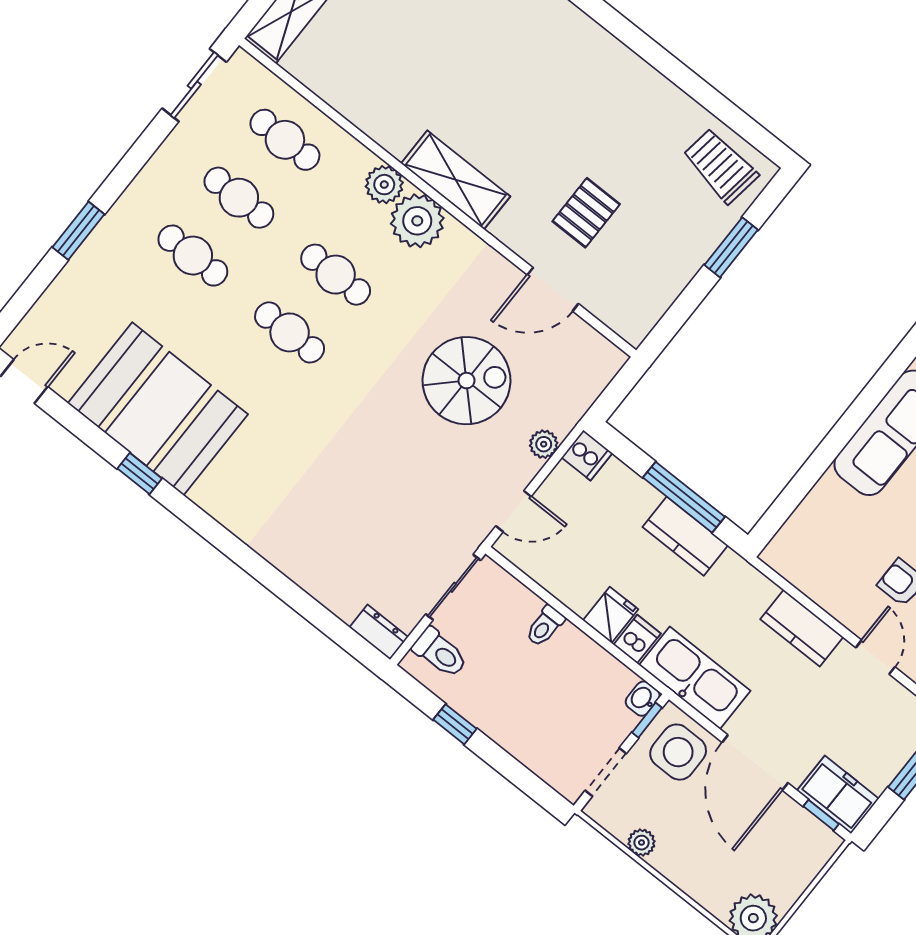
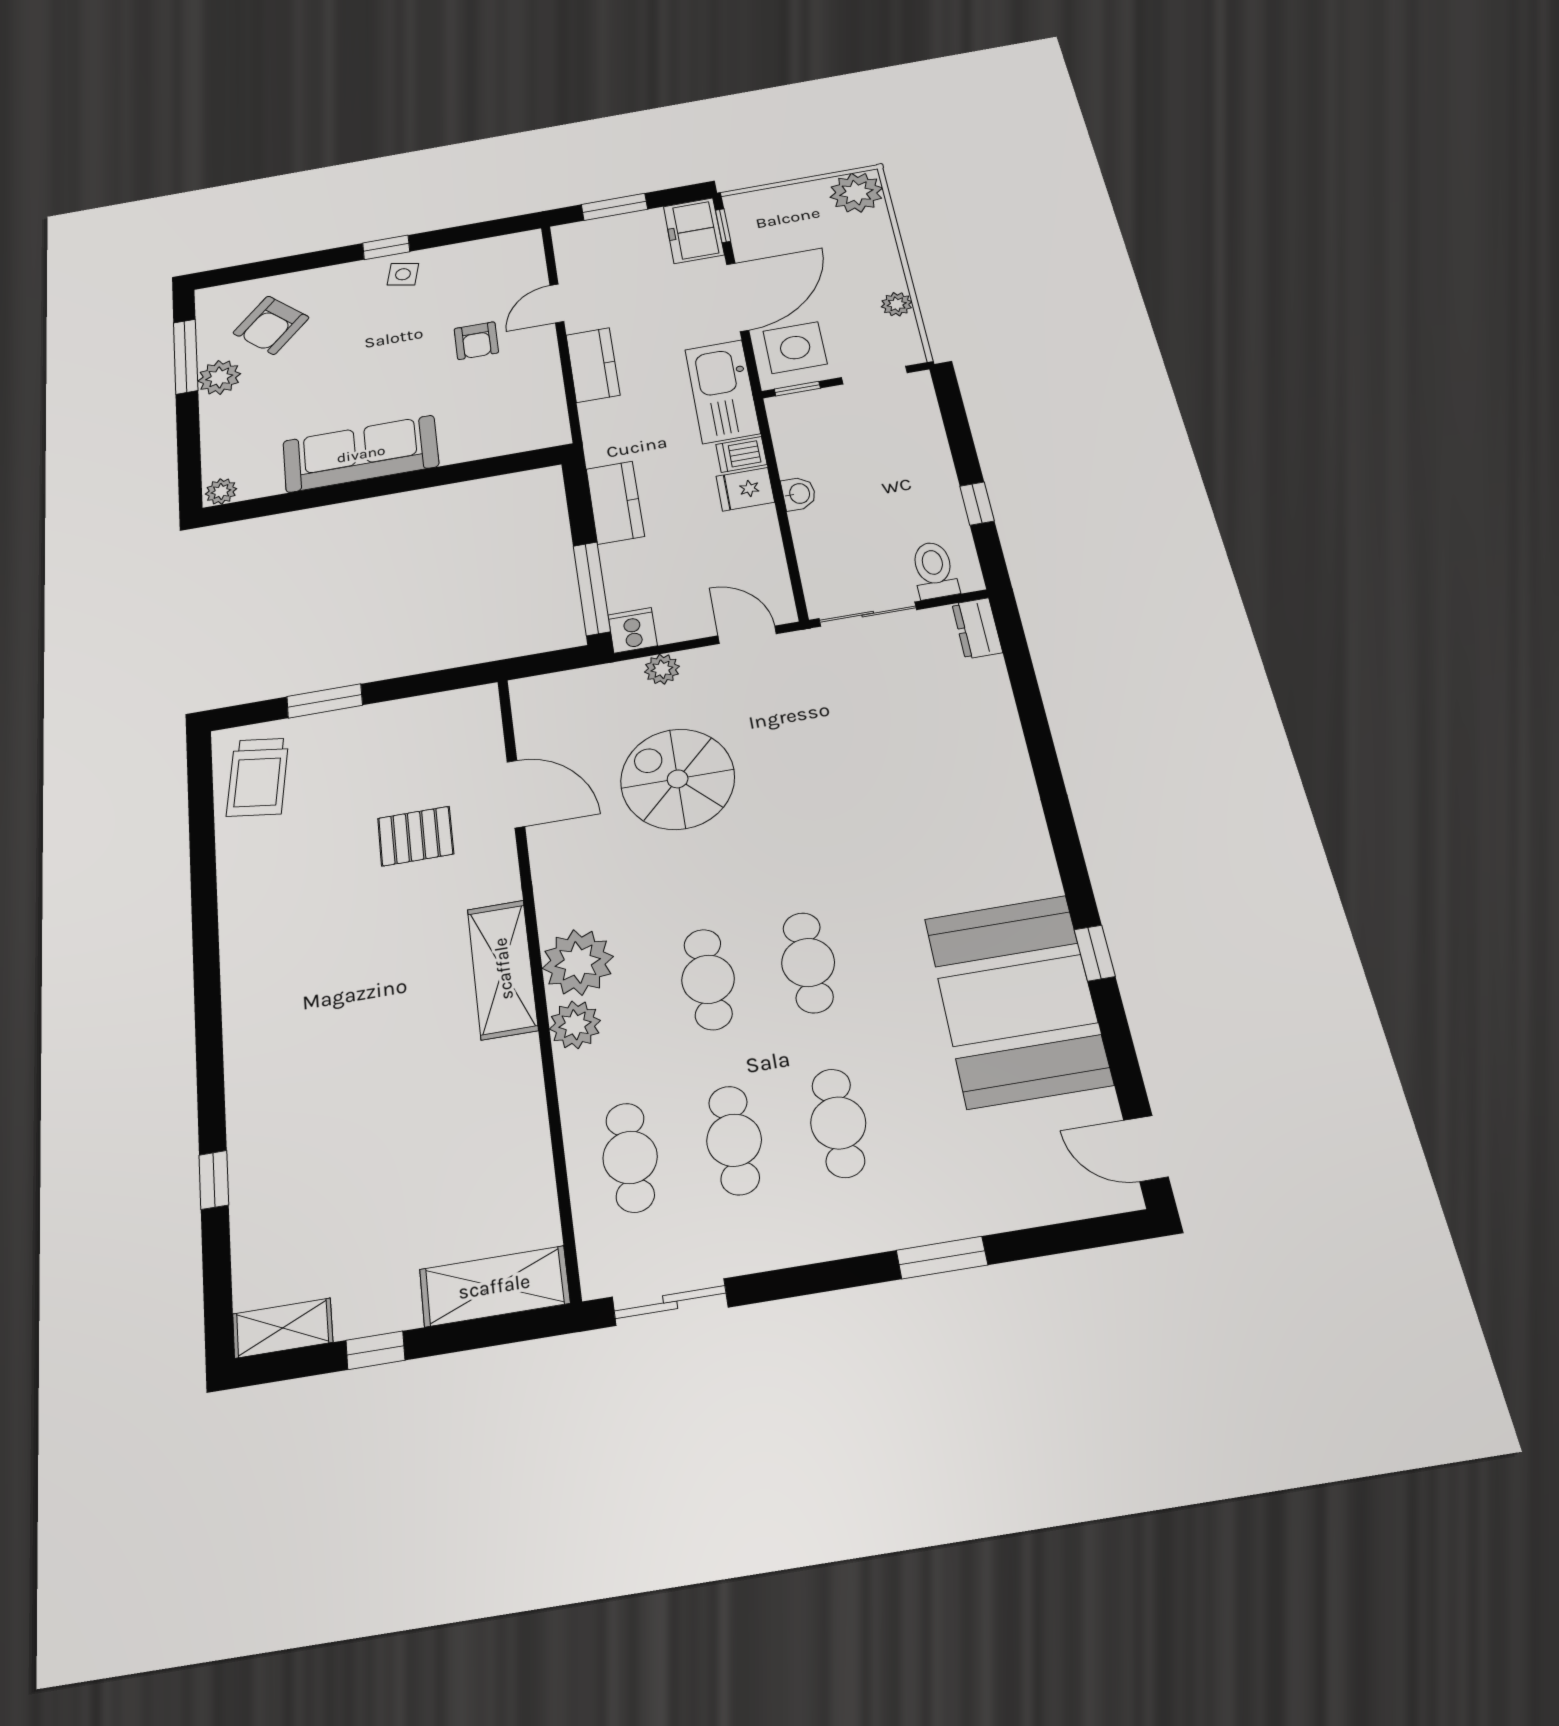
window: (684, 497) -> (592, 588), moved
toilet: (545, 626) -> (814, 522), removed
washbasin: (643, 699) -> (799, 494), moved, turned -90

